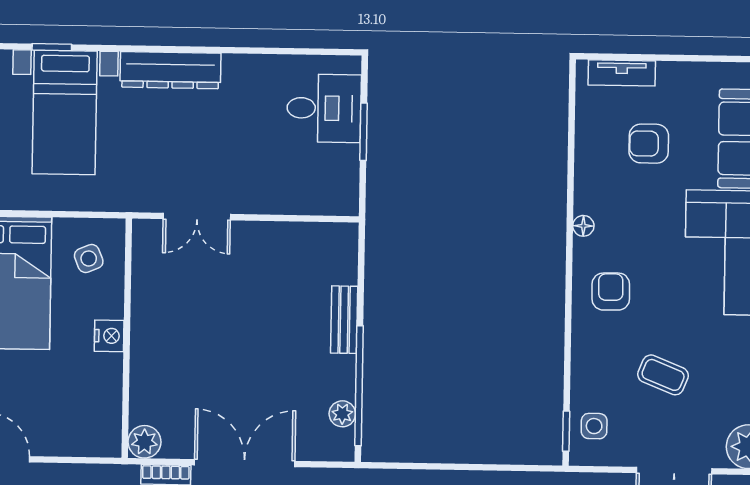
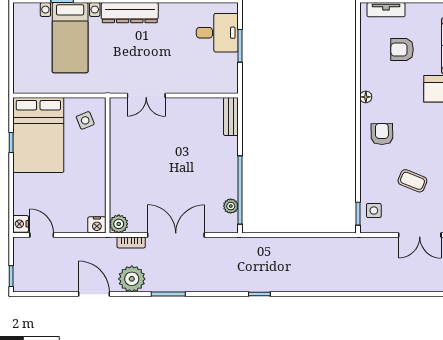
bench: (344, 320) -> (231, 116), moved
nightstand: (109, 336) -> (97, 225), moved, turned 90

